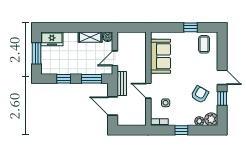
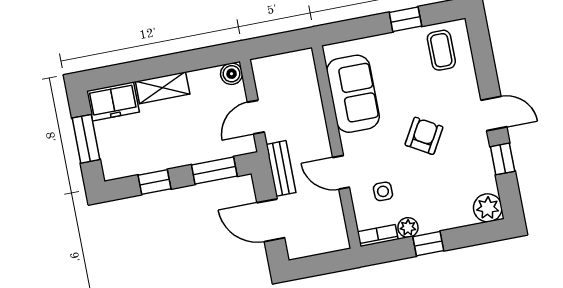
shelving: (90, 37) -> (163, 88), moved
armchair: (200, 94) -> (424, 136), moved
plant: (199, 121) -> (408, 227), moved

